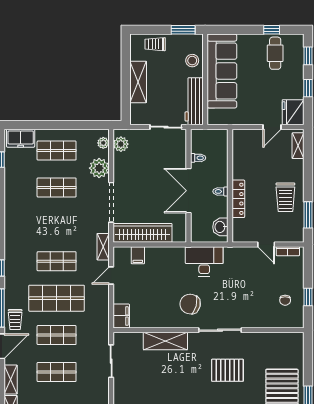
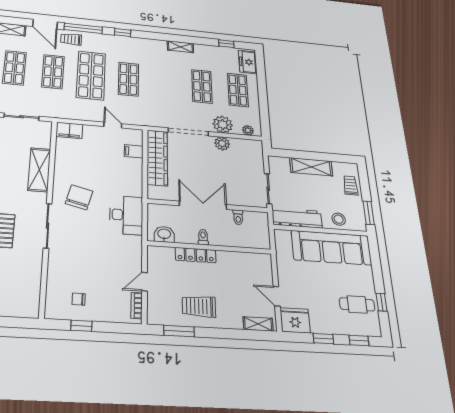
plant: (121, 144) -> (222, 143), moved
shelving: (103, 247) -> (180, 47), moved

